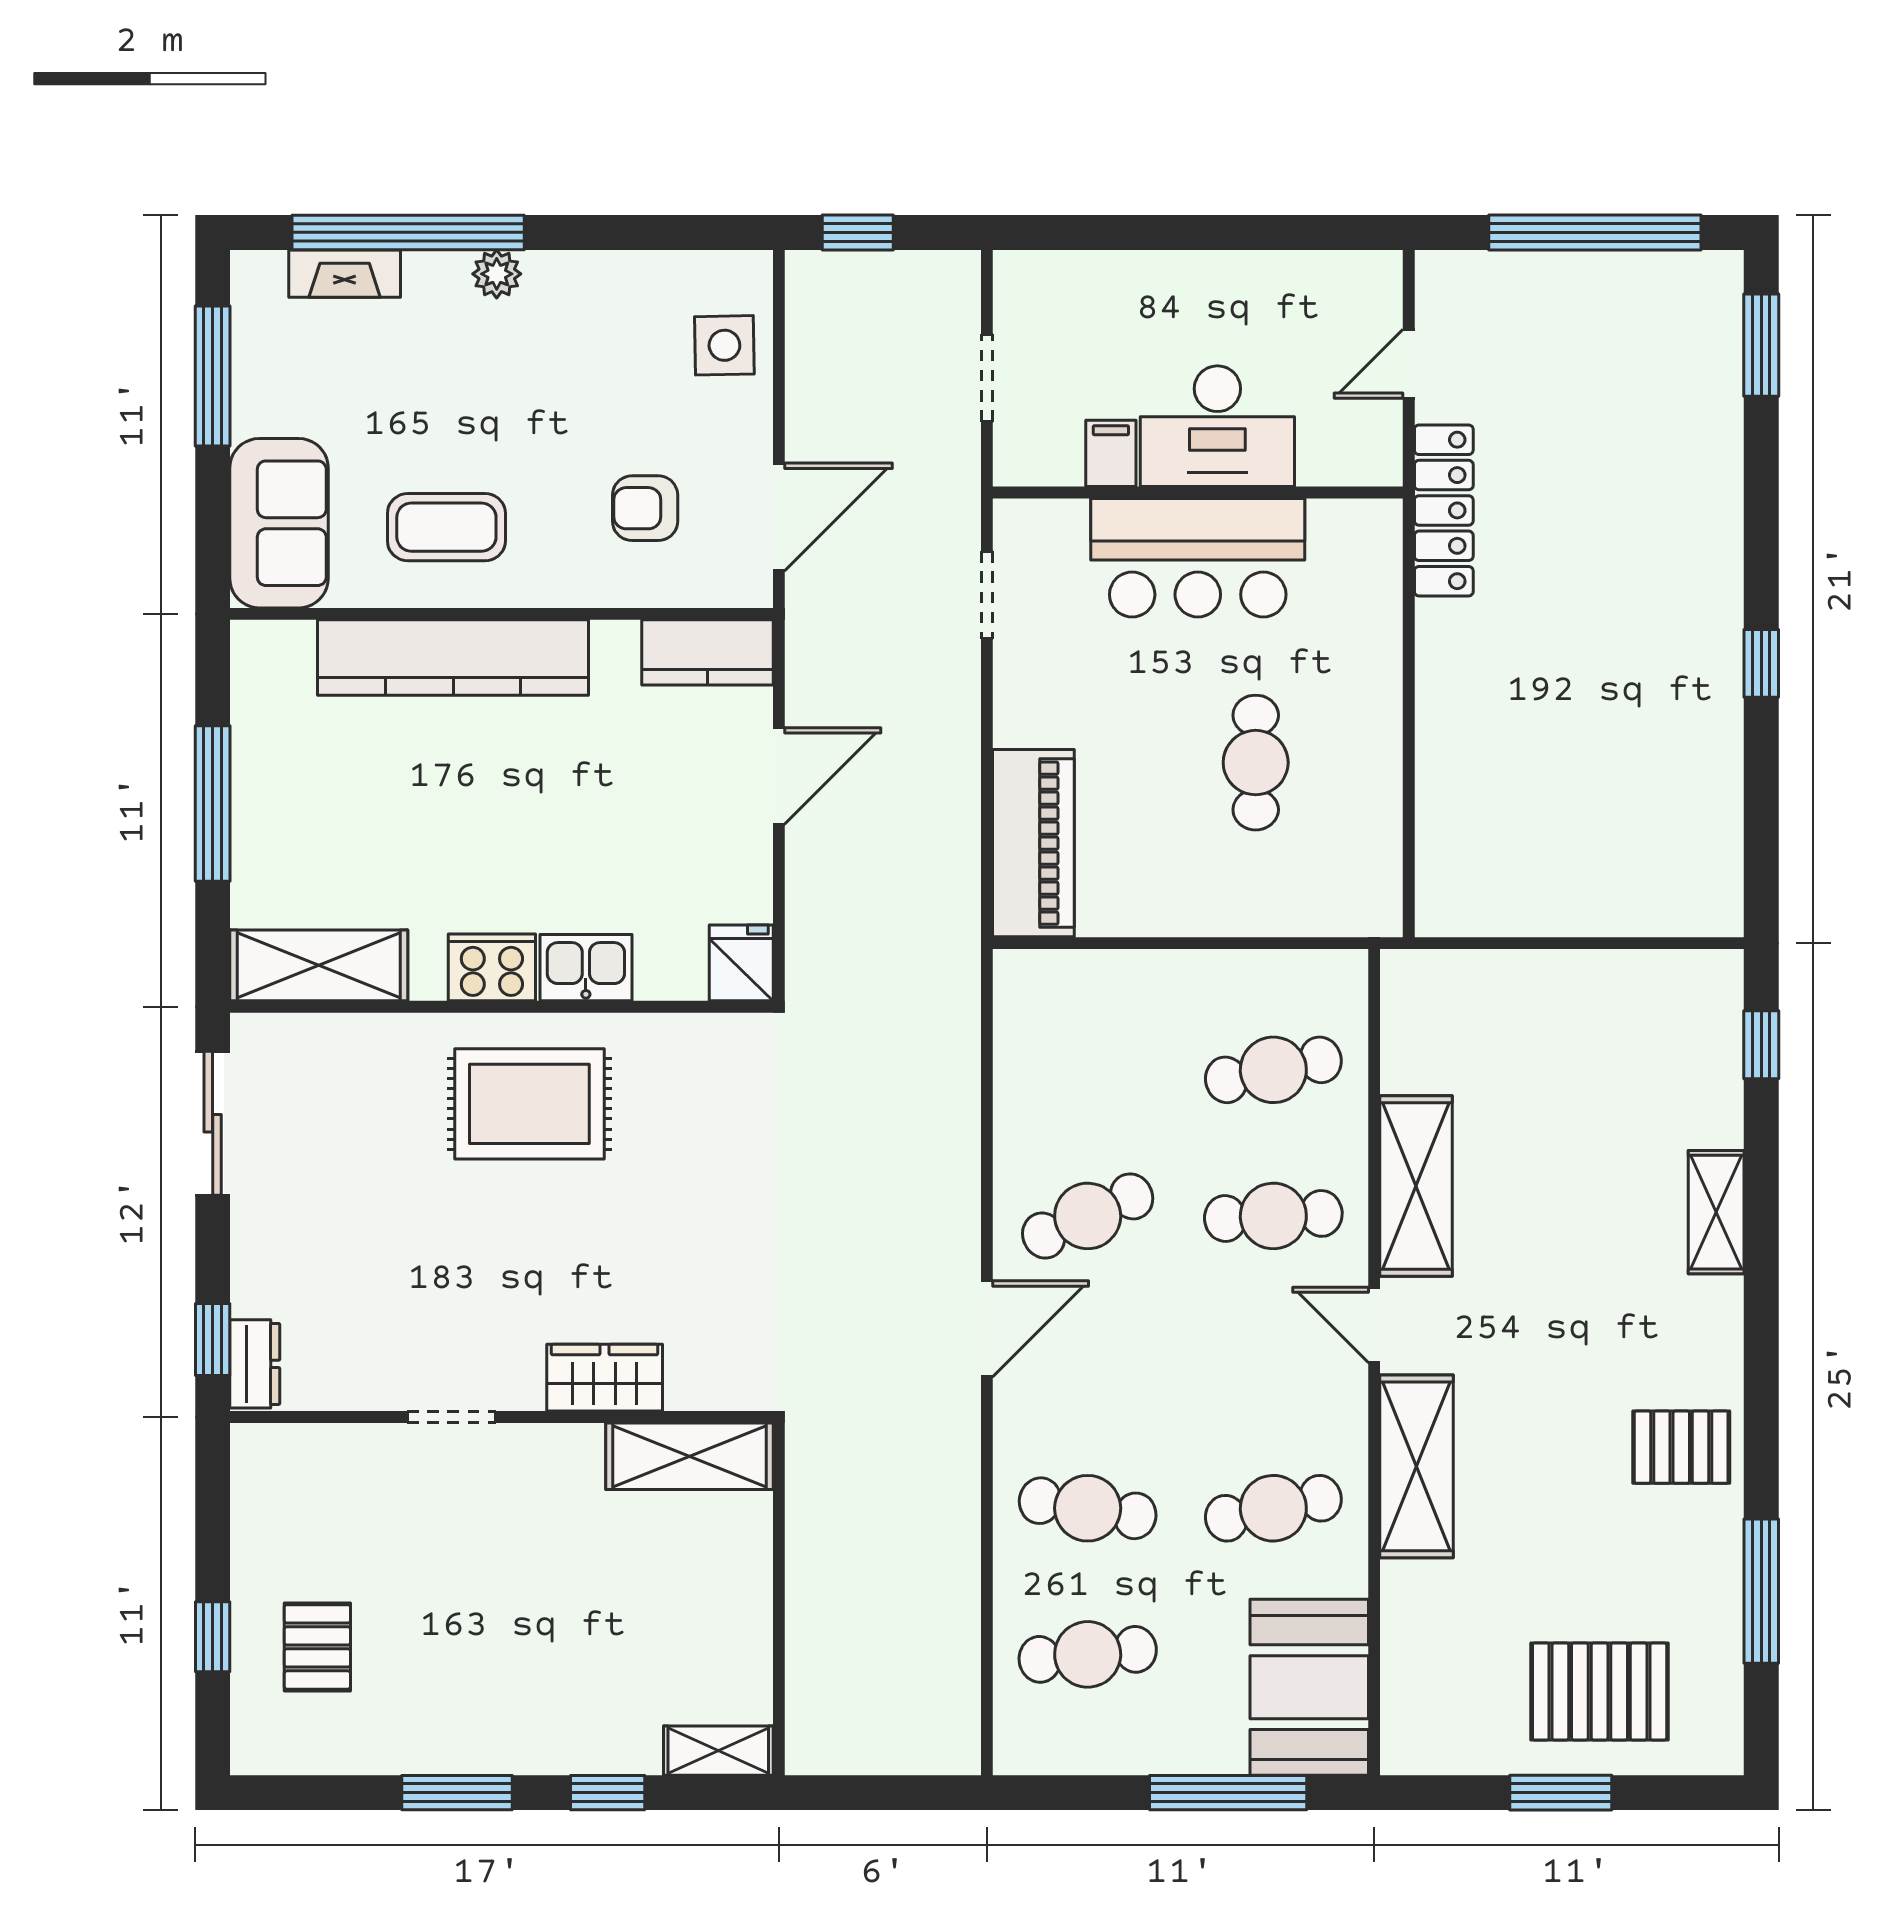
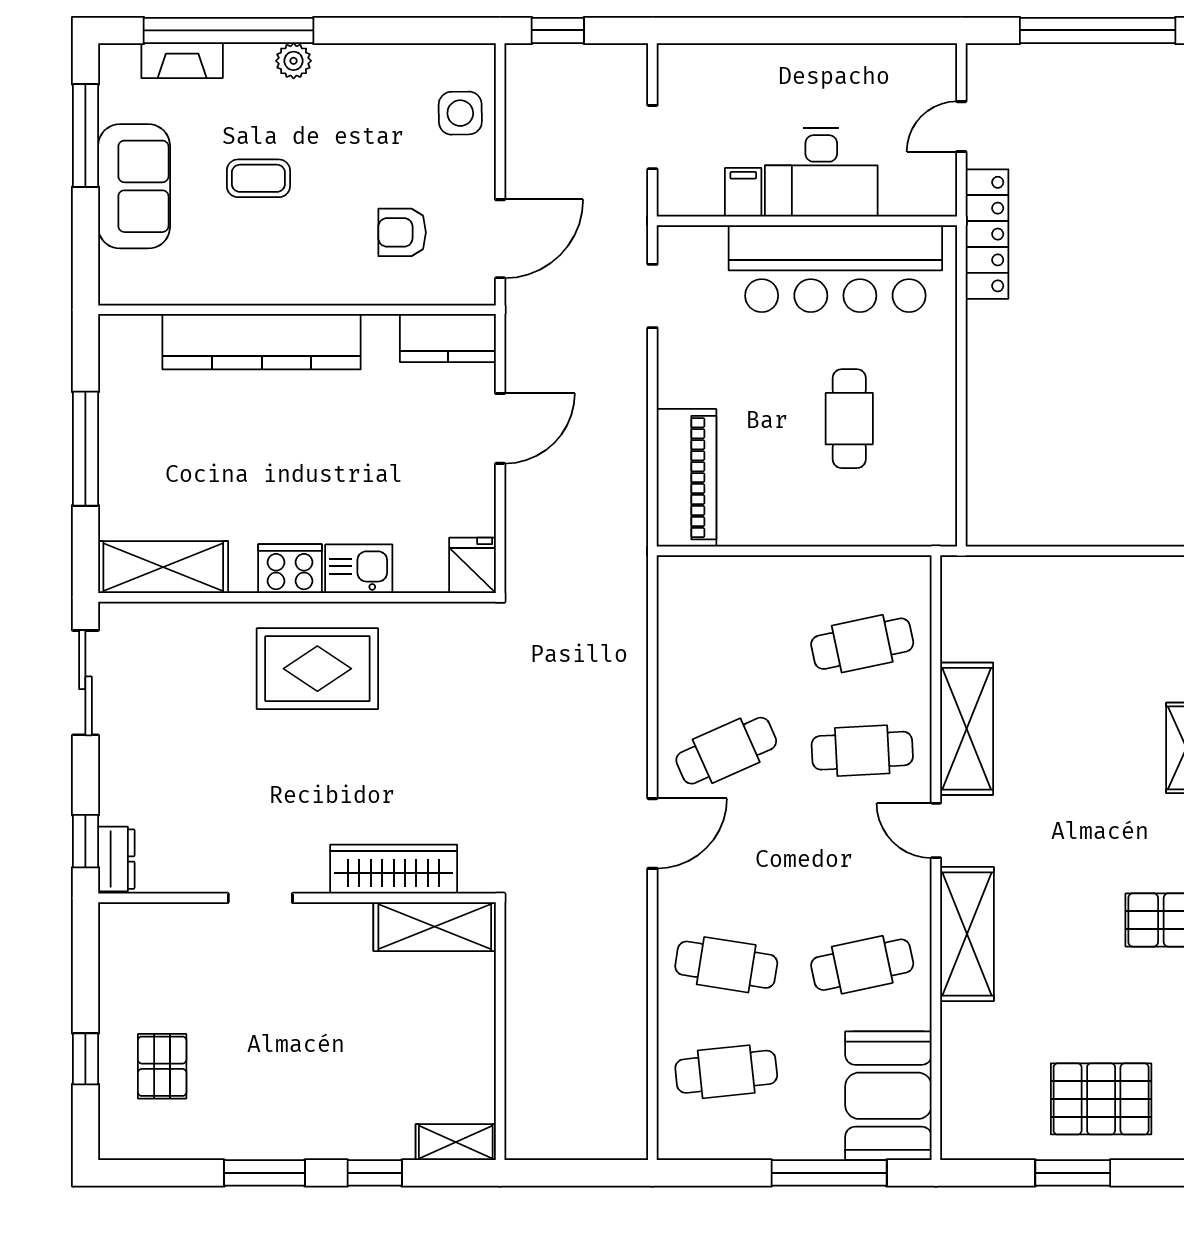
sofa: (279, 523) -> (134, 186), moved
coffee table: (446, 527) -> (258, 178), moved, width x0.73, depth x0.77
bar counter: (1198, 558) -> (835, 269), width x1.36
wardrobe: (605, 1378) -> (394, 869), width x1.50

